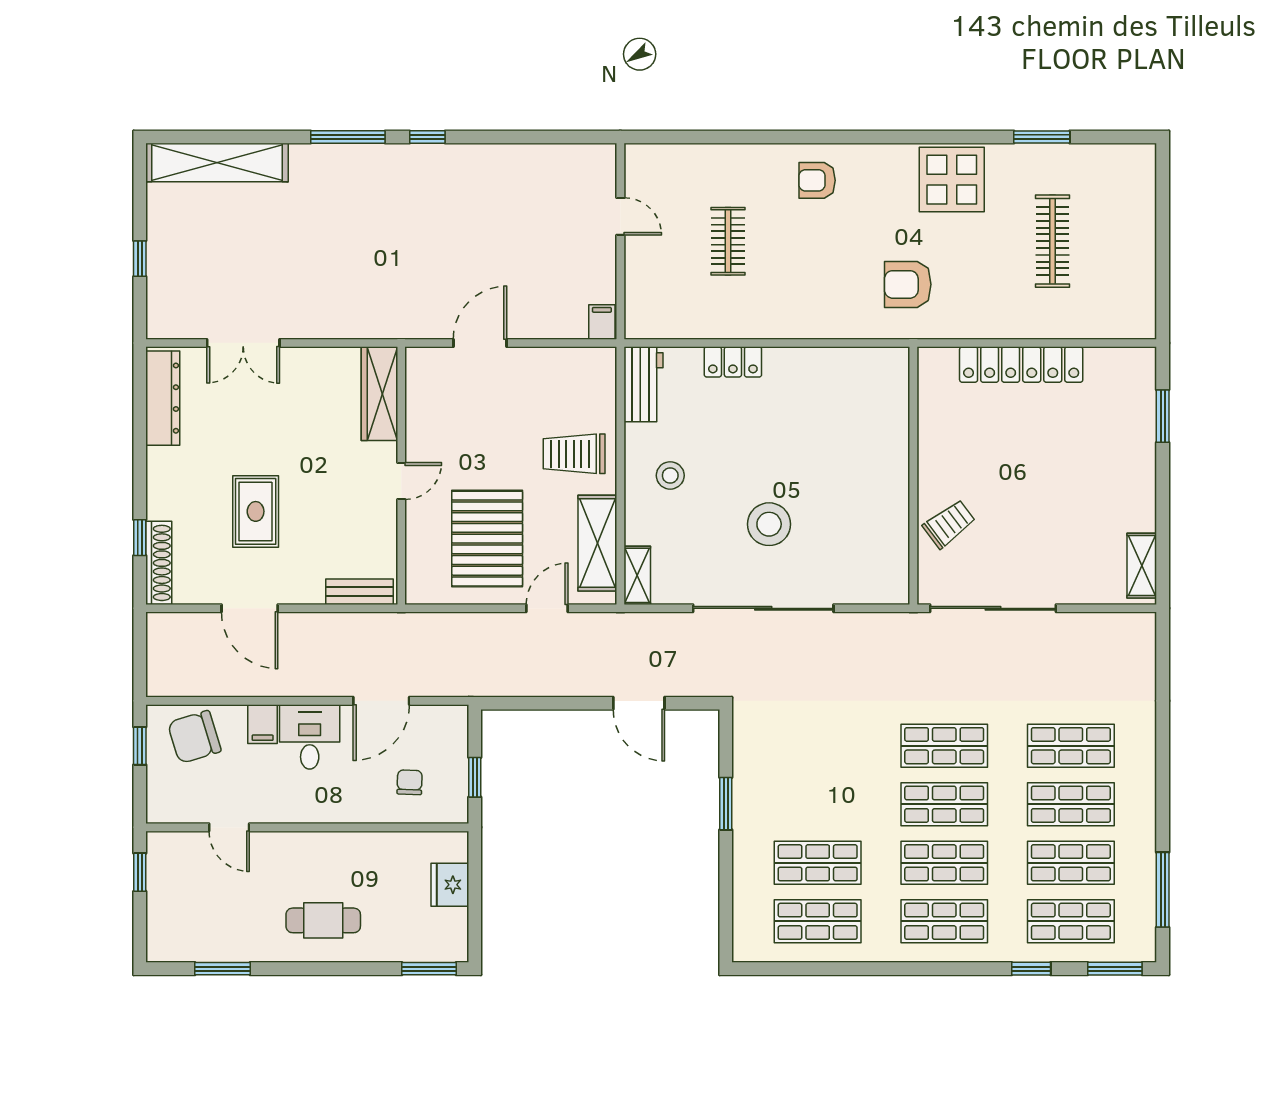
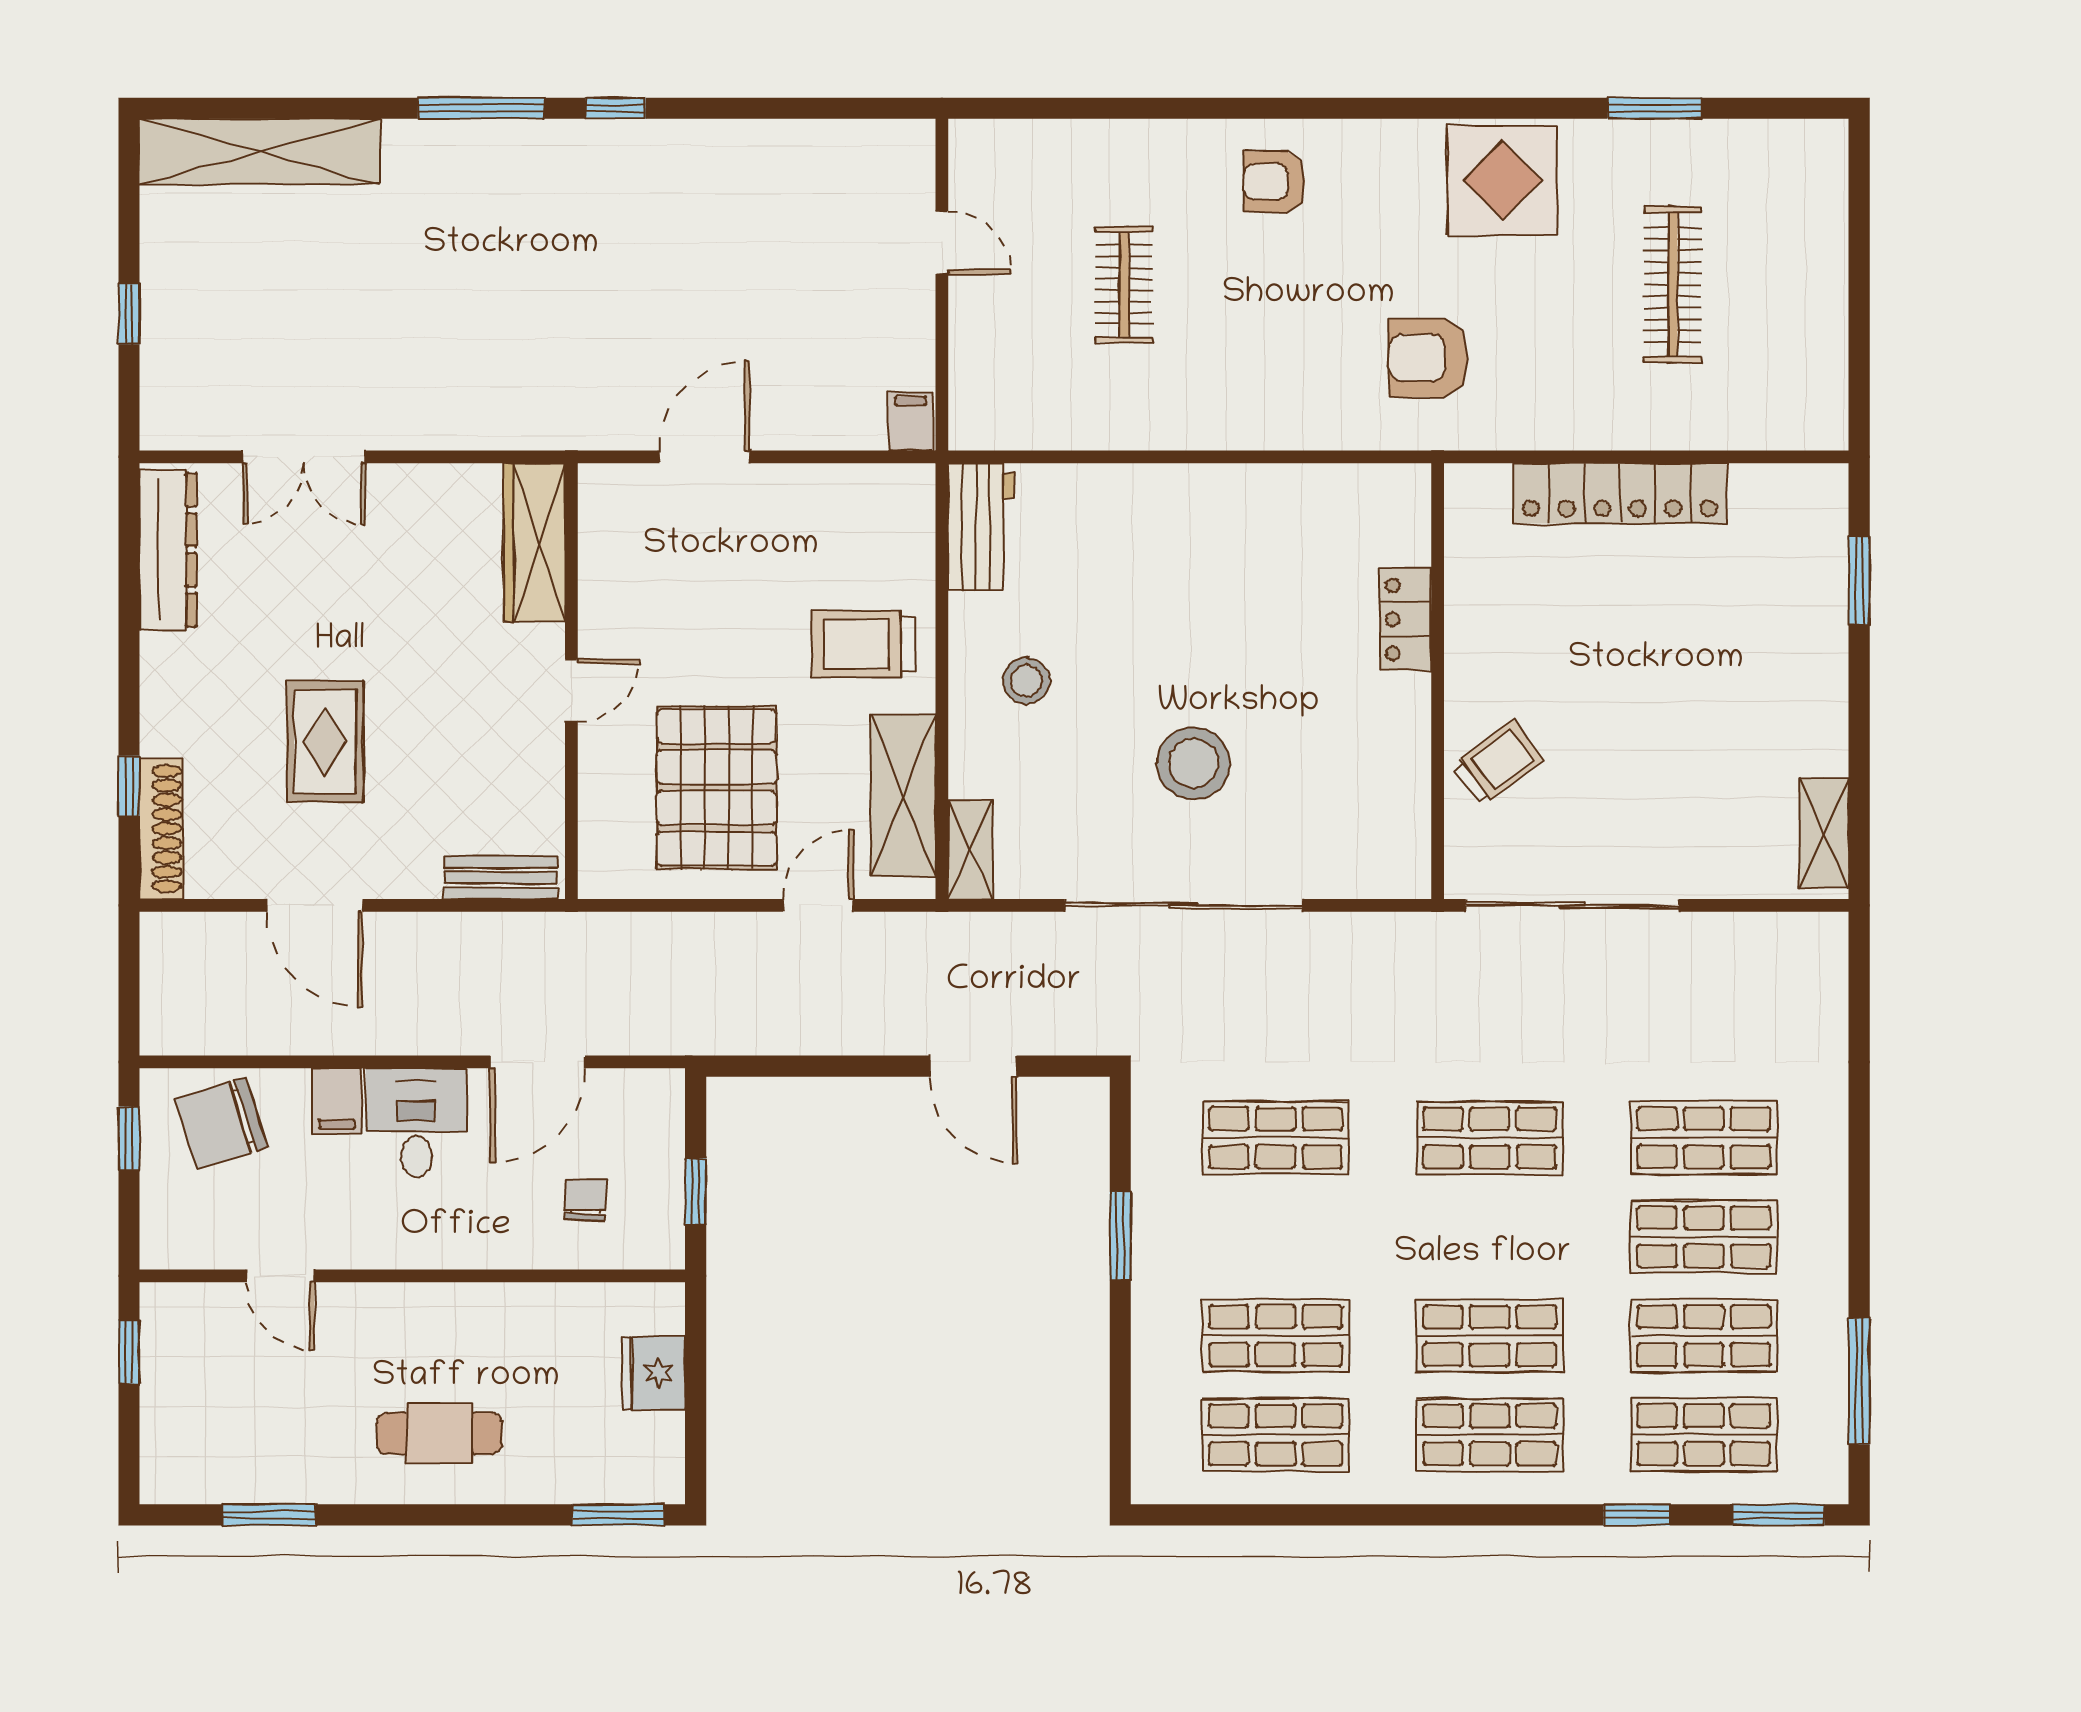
locker: (733, 362) -> (1406, 619), moved, turned 90
shop shelf: (944, 804) -> (1276, 1138), moved

